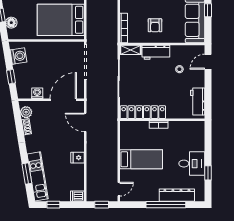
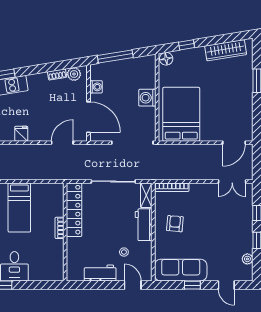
floor lamp: (11, 23) -> (166, 59), moved
armchair: (155, 25) -> (175, 224), turned 95
washing machine: (18, 56) -> (147, 98), moved, turned 99
window: (11, 77) -> (115, 57), width x2.17
workbench: (198, 102) -> (100, 273), moved

